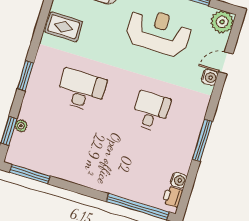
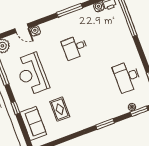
rug: (64, 27) -> (60, 109), moved
desk: (81, 90) -> (127, 77), moved

